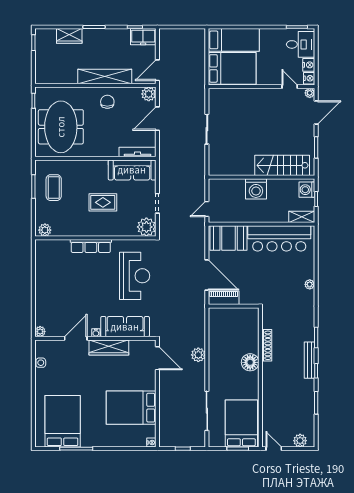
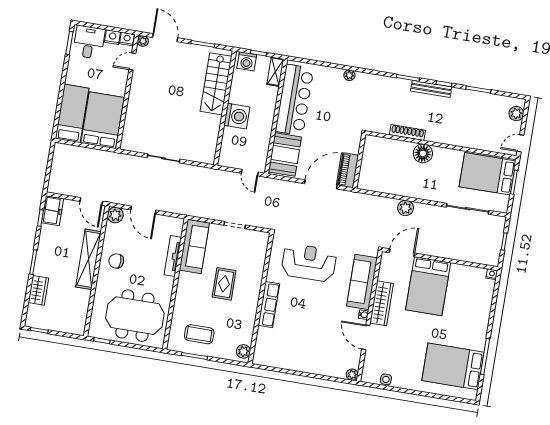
tv unit: (138, 152) -> (173, 256), moved
plant: (146, 227) -> (258, 241), removed
bed: (131, 408) -> (428, 286), moved

